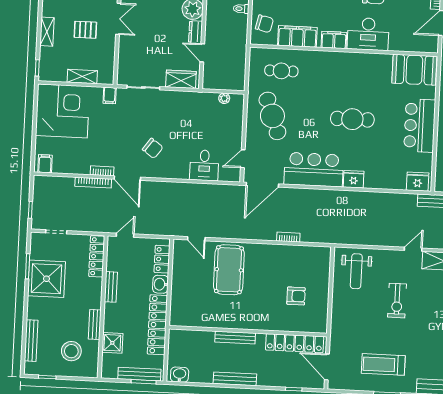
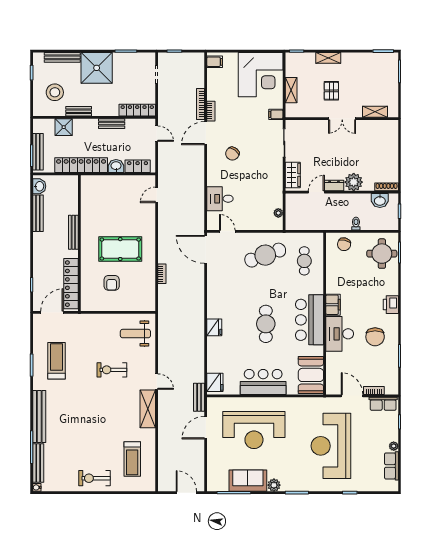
filing cabinet: (297, 36) -> (335, 273), removed
bar counter: (314, 170) -> (309, 320), moved, turned 180
pool table: (229, 270) -> (120, 249), moved
shower: (46, 279) -> (97, 68), moved
bench: (235, 379) -> (38, 213), moved

